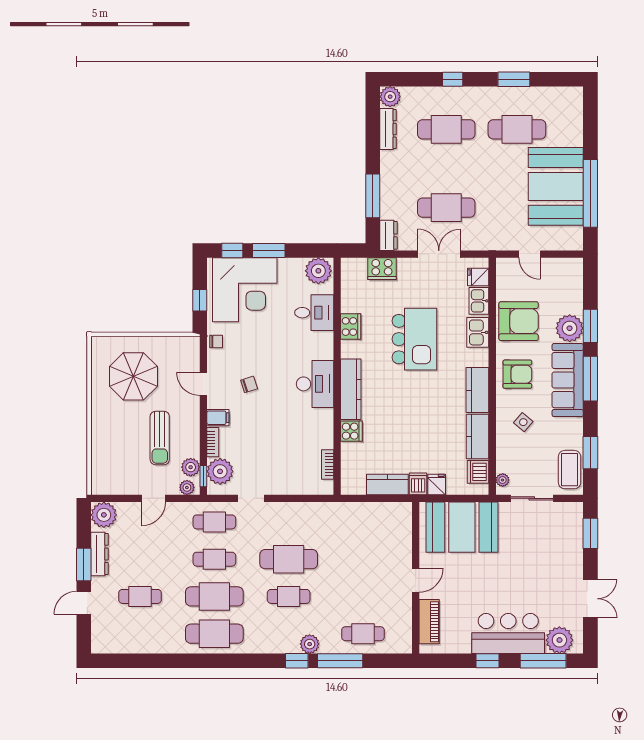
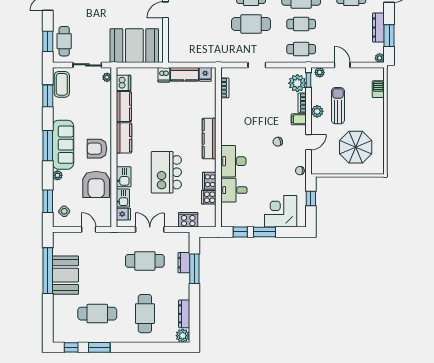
window: (453, 79) -> (71, 347), moved
cafe table: (446, 129) -> (145, 314), turned 90
booth: (556, 186) -> (66, 275), width x0.73, depth x0.70
dresser: (388, 235) -> (184, 263), moved
window: (232, 251) -> (240, 232), moved
double door: (439, 254) -> (150, 230), swing flipped
plant: (318, 271) -> (231, 218), removed
corner desk: (245, 290) -> (281, 211), width x0.74, depth x0.74
armchair: (519, 321) -> (96, 184), turned -90
window: (590, 326) -> (48, 201), moved
plant: (570, 328) -> (57, 175), width x0.53, depth x0.53
door: (203, 384) -> (309, 142), hinge flipped
desk: (315, 384) -> (233, 161), moved
side table: (523, 422) -> (64, 211), moved
cooker: (351, 431) -> (209, 197), moved
barbecue: (100, 462) -> (378, 89), added
plant: (191, 467) -> (317, 111), moved
fridge: (437, 484) -> (205, 74), moved
door: (153, 498) -> (342, 65), hinge flipped
doorway: (251, 498) -> (257, 65), moved
plant: (104, 515) -> (380, 58), width x0.53, depth x0.53
cafe table: (566, 534) -> (64, 41), added
window: (84, 565) -> (389, 36), moved

